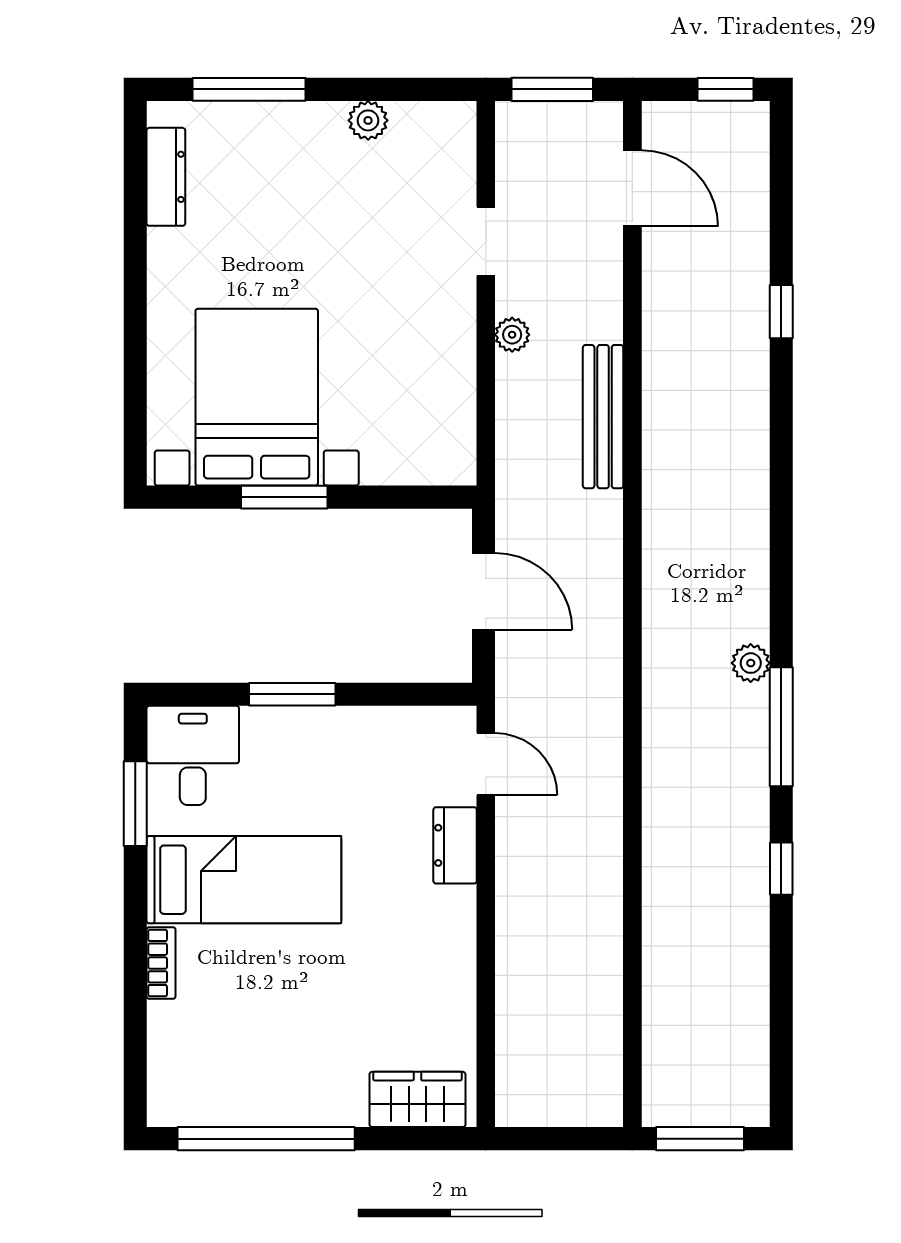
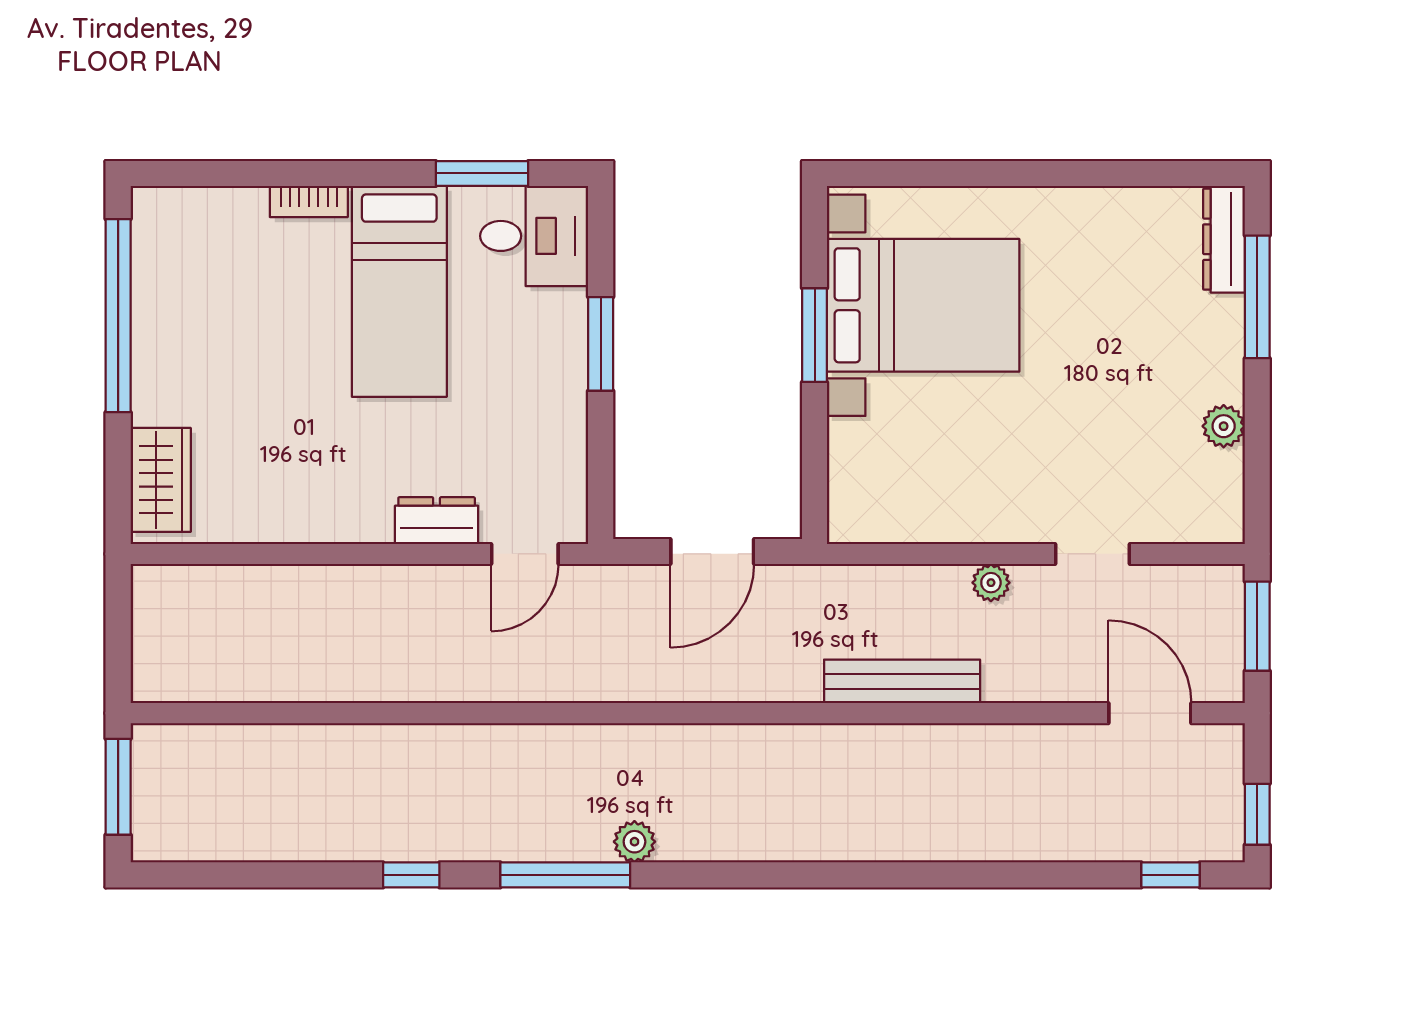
dresser: (166, 177) -> (1224, 239), moved, turned 90
door: (632, 188) -> (1150, 713), swing flipped
window: (781, 312) -> (1170, 875), moved

